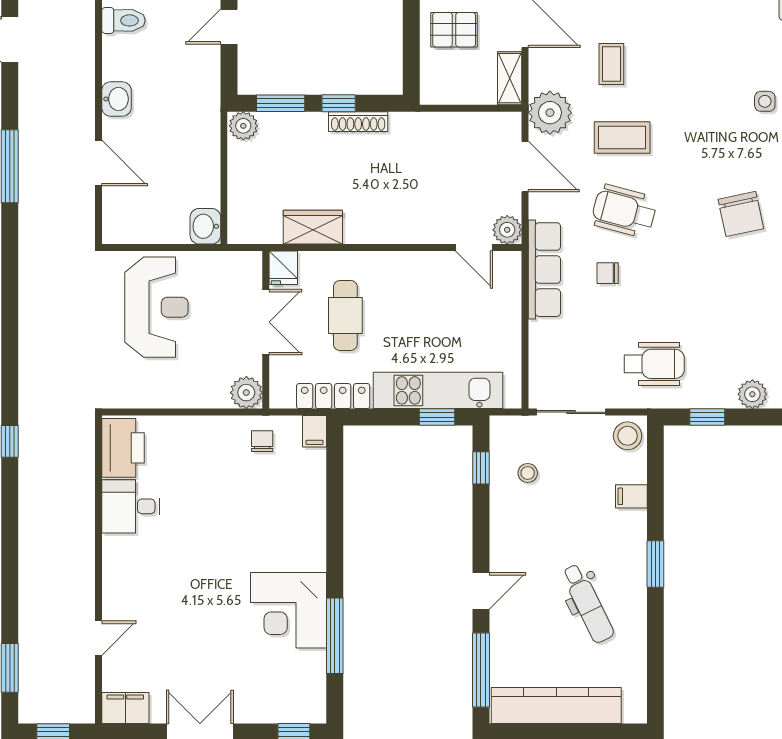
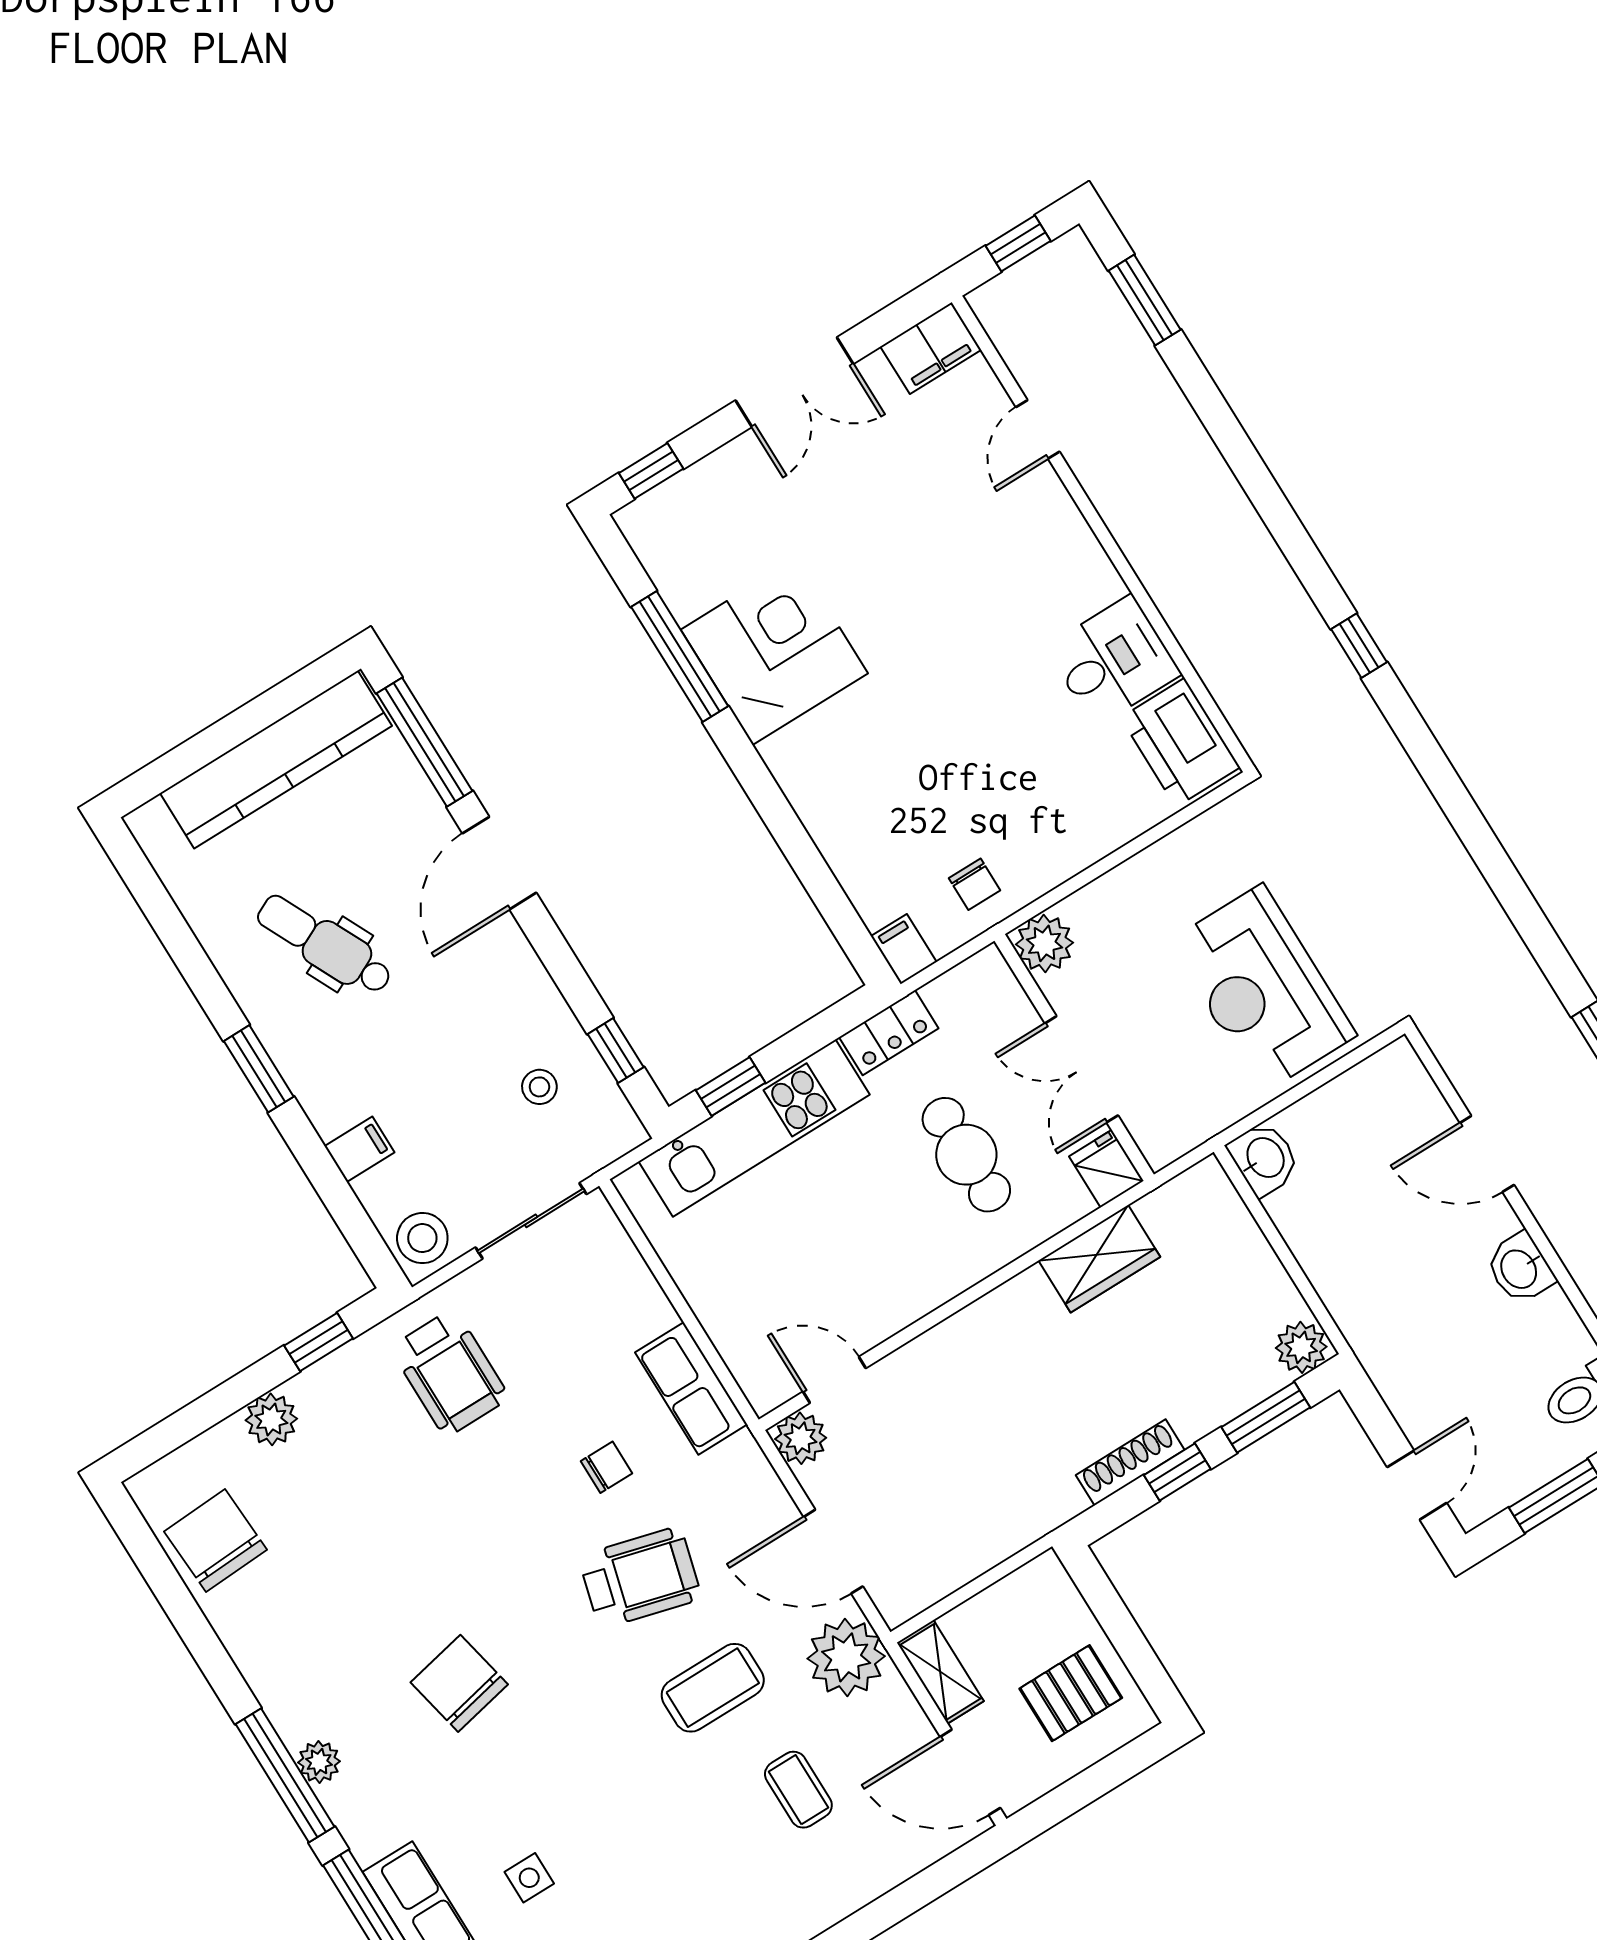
row of seats: (544, 270) -> (691, 1388), width x0.68
wheelchair: (654, 364) -> (450, 1373), turned -90
locker: (333, 396) -> (889, 1033), width x0.66
door: (481, 591) -> (499, 863), width x1.38

